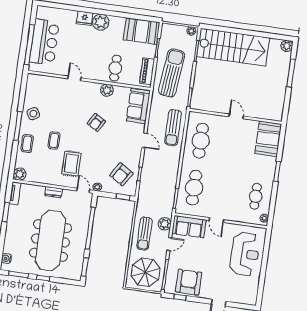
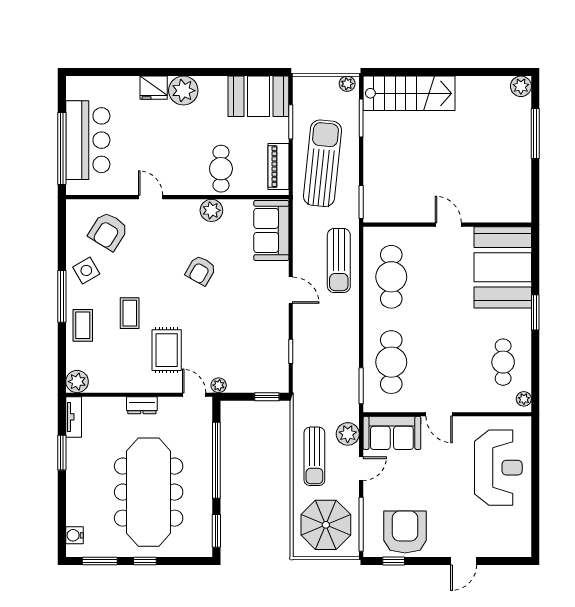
stairs: (233, 47) -> (409, 93), width x0.73, depth x0.66
booth: (268, 139) -> (503, 267), width x1.36, depth x1.42
armchair: (121, 174) -> (108, 231), moved

